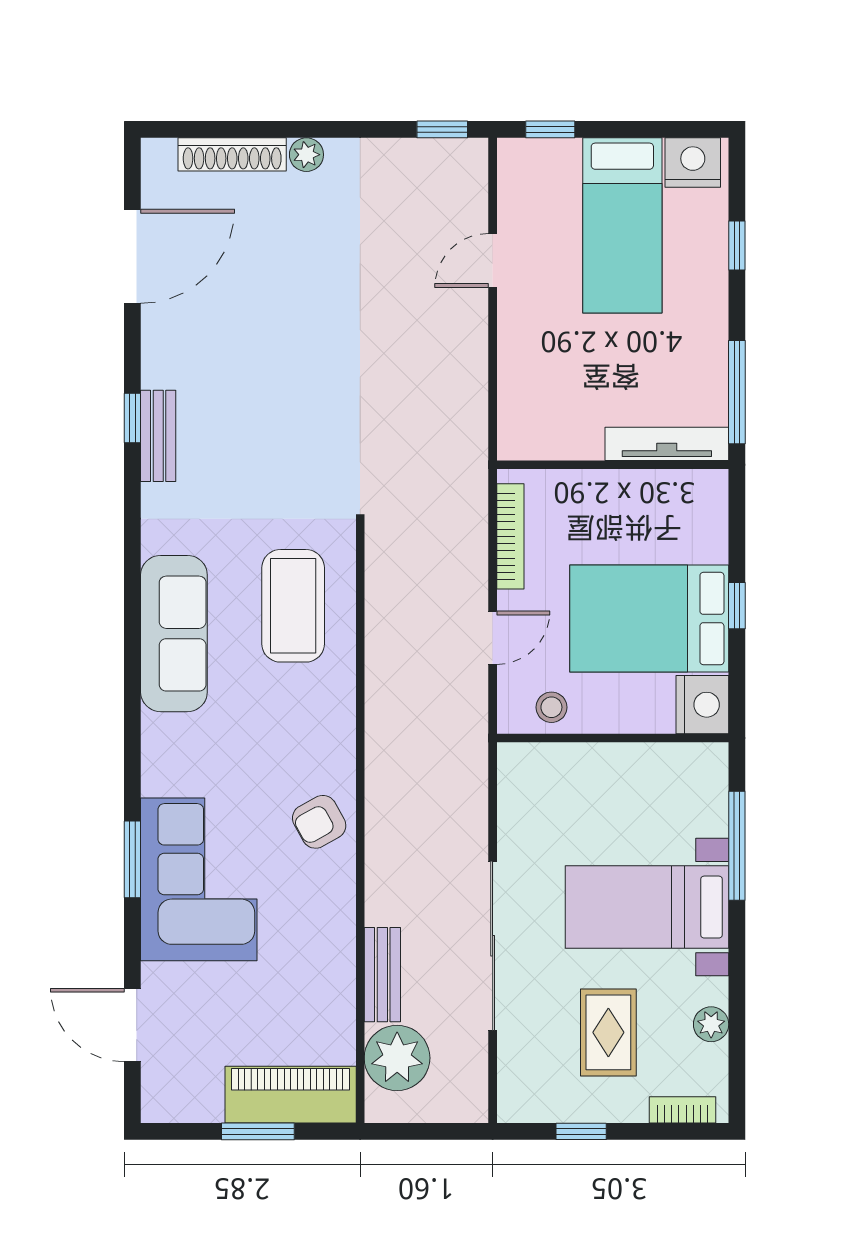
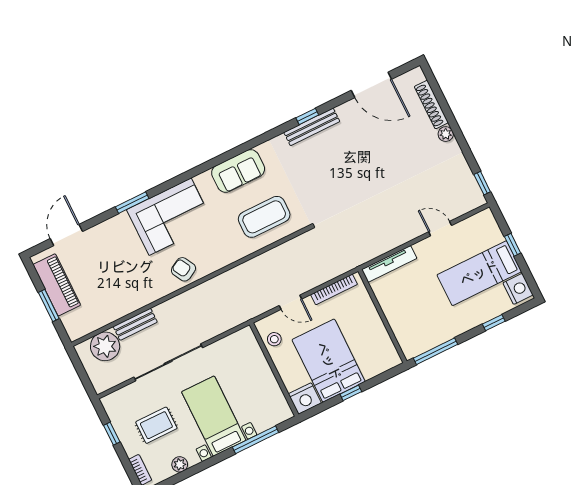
window: (550, 129) -> (513, 245), moved
bench: (158, 436) -> (312, 127), width x1.36
tv unit: (667, 444) -> (389, 264), moved, turned 90
sofa: (174, 634) -> (238, 171), width x0.73
corner sofa: (199, 879) -> (170, 217), moved
piano: (291, 1095) -> (57, 285), moved

